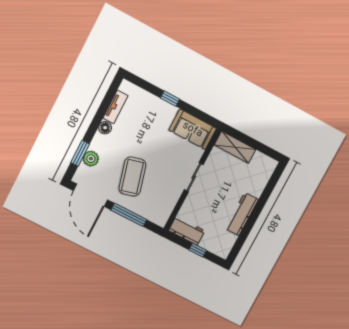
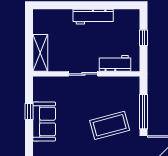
window: (170, 99) -> (29, 112), moved
sofa: (193, 129) -> (44, 122), moved
workbench: (187, 231) -> (115, 63), moved, turned 90

